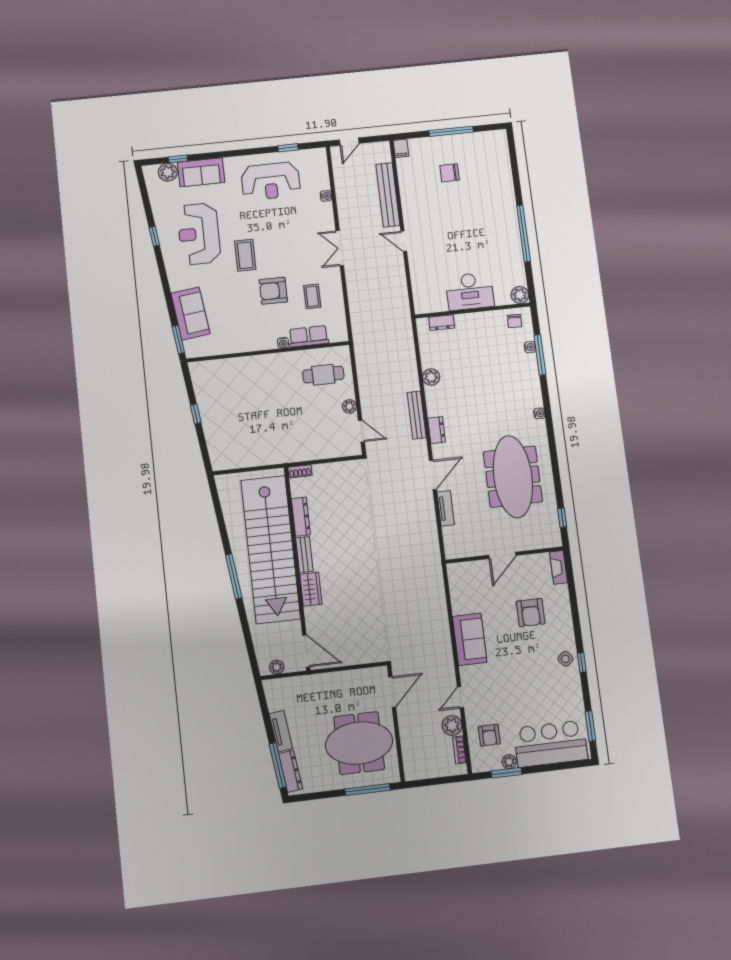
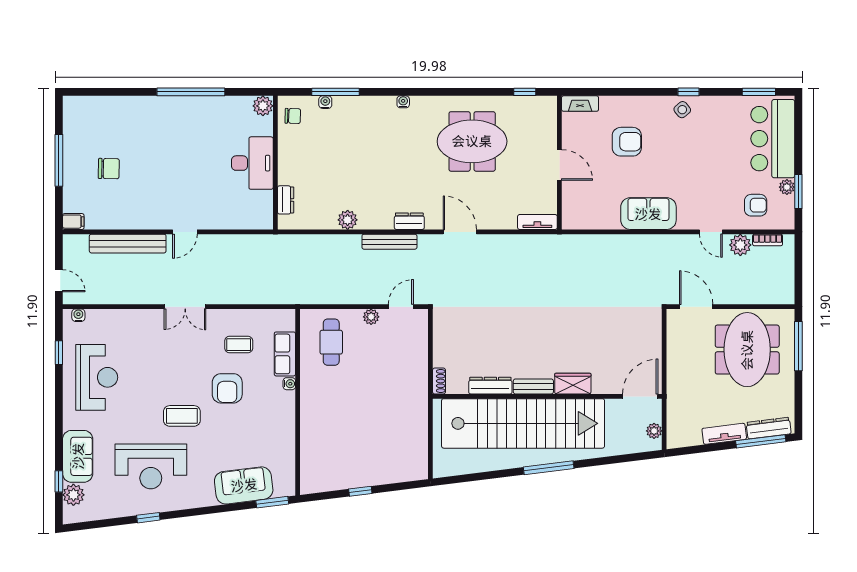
chair: (450, 173) -> (109, 169), turned -89
water cooler: (326, 196) -> (78, 315), moved
meeting table: (513, 477) -> (472, 141), width x0.73
tv unit: (446, 508) -> (537, 222), moved

